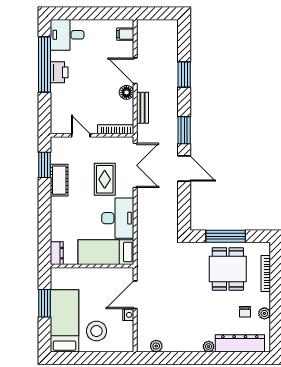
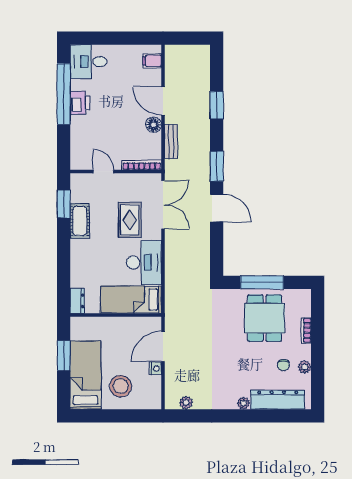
bookcase: (266, 274) -> (306, 330), width x0.64

